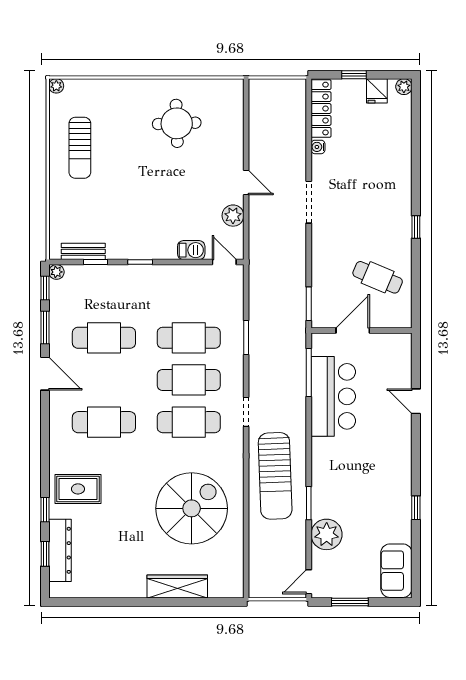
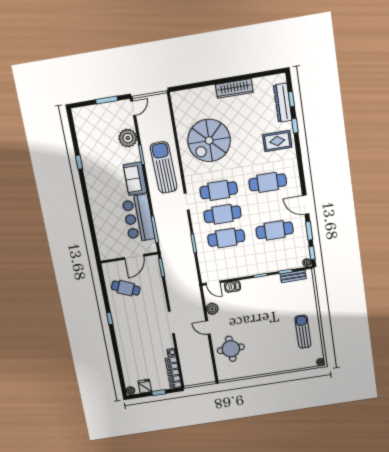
round table: (177, 123) -> (231, 349), moved
door: (416, 401) -> (91, 223), removed
sofa: (396, 571) -> (135, 179), moved, turned 180
wardrobe: (177, 587) -> (234, 88), moved

